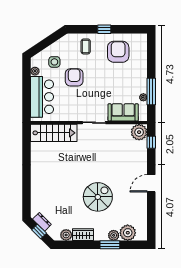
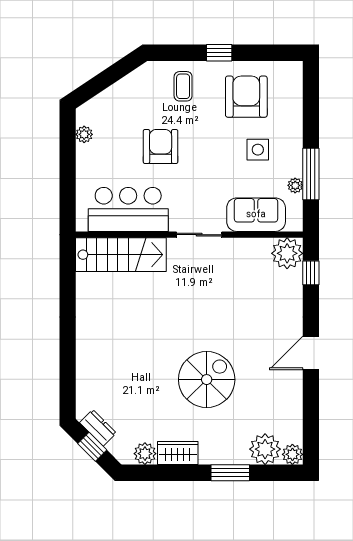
side table: (54, 62) -> (258, 150), moved
bar counter: (42, 97) -> (128, 209), moved, turned -90
plant: (114, 235) -> (292, 454), moved

